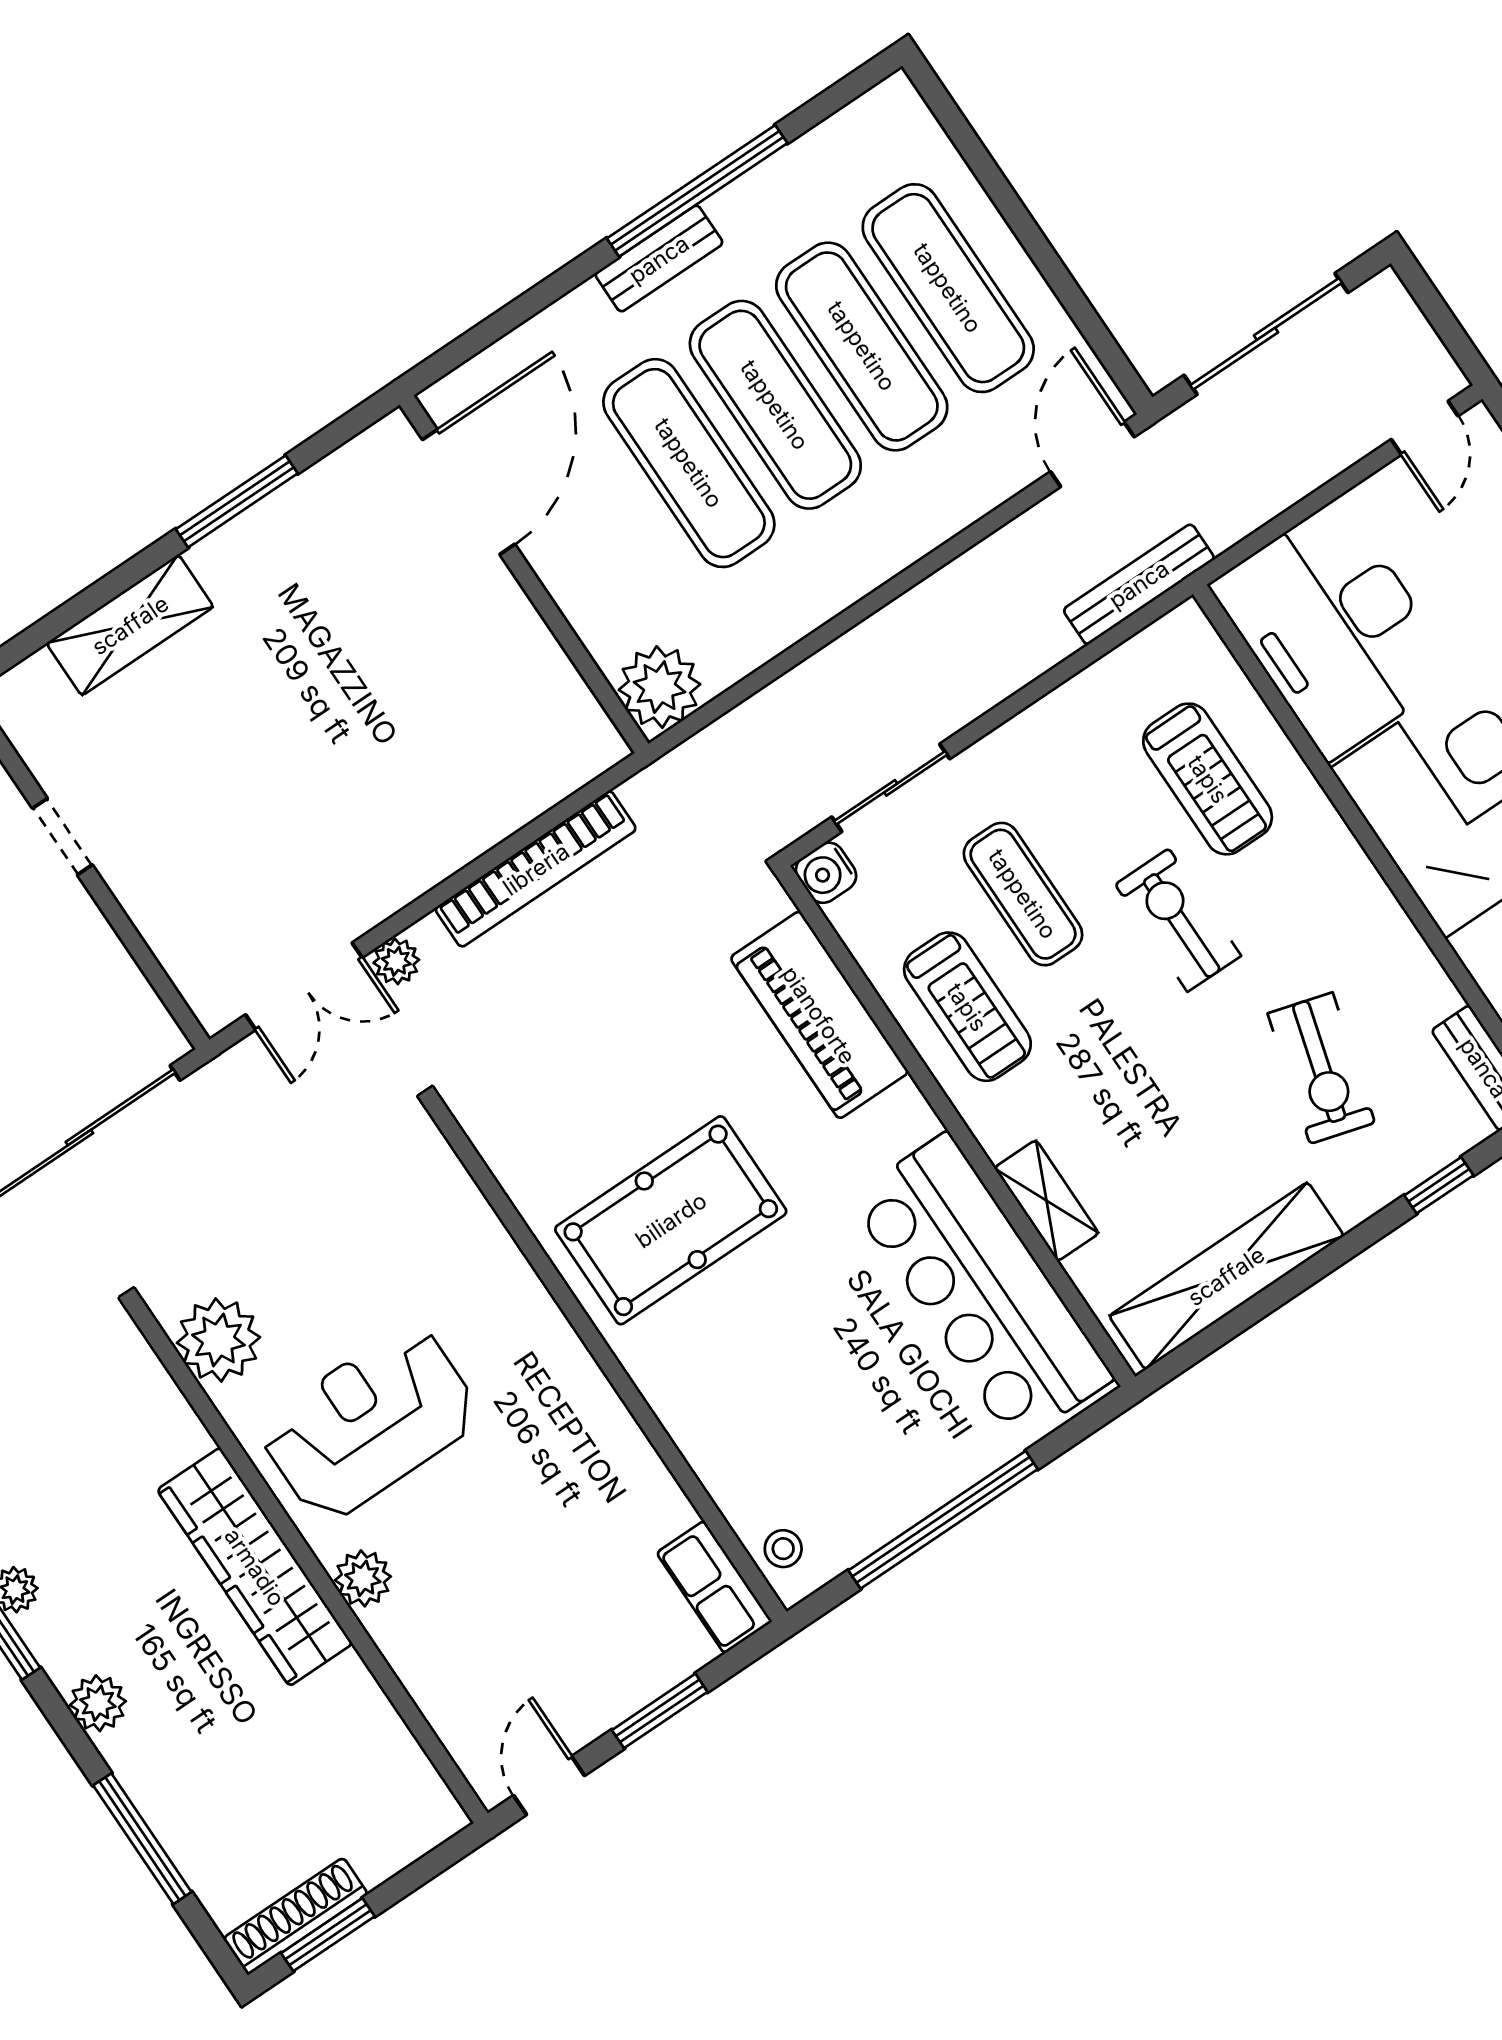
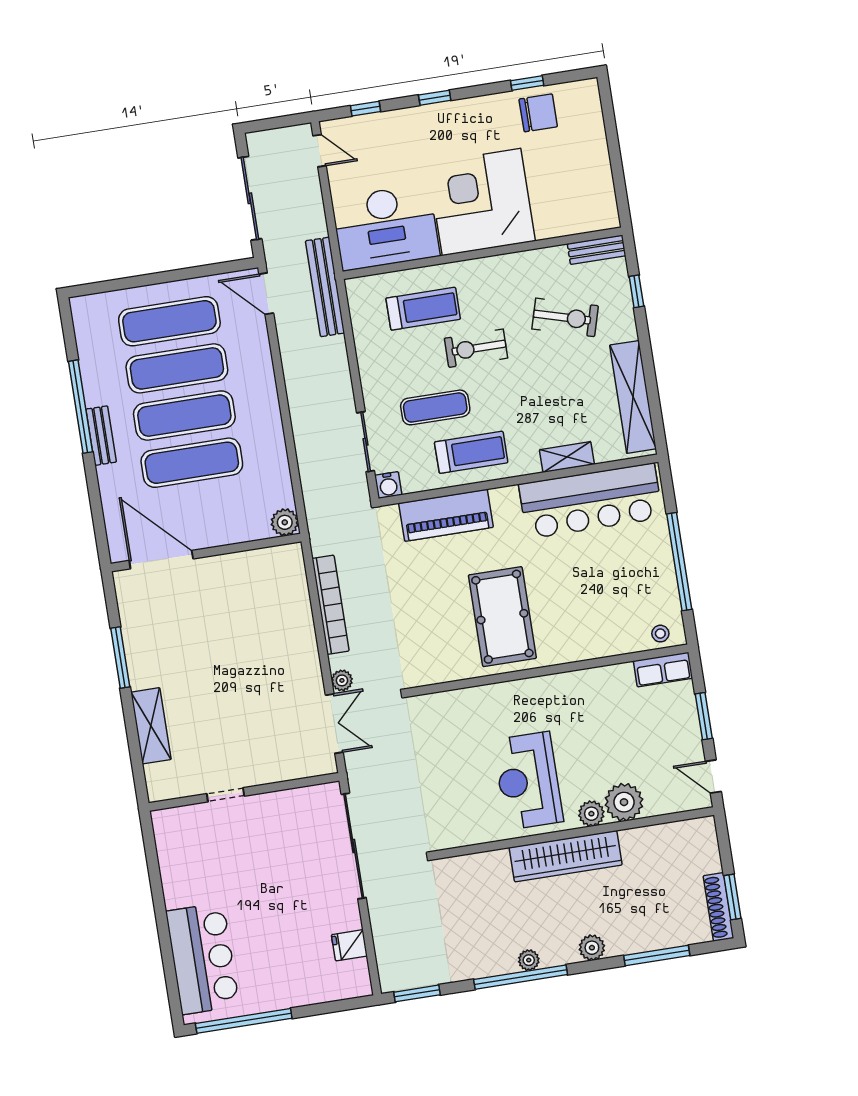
bench: (1139, 584) -> (325, 287), width x1.37, depth x1.21
plant: (659, 687) -> (285, 522), width x0.73, depth x0.73
plant: (218, 1340) -> (624, 802), moved

